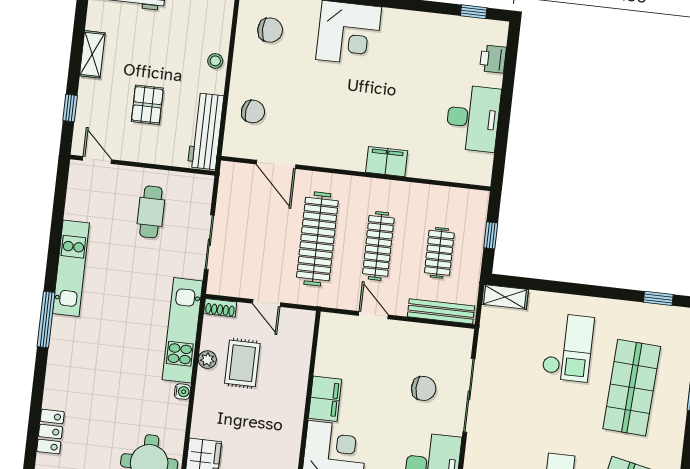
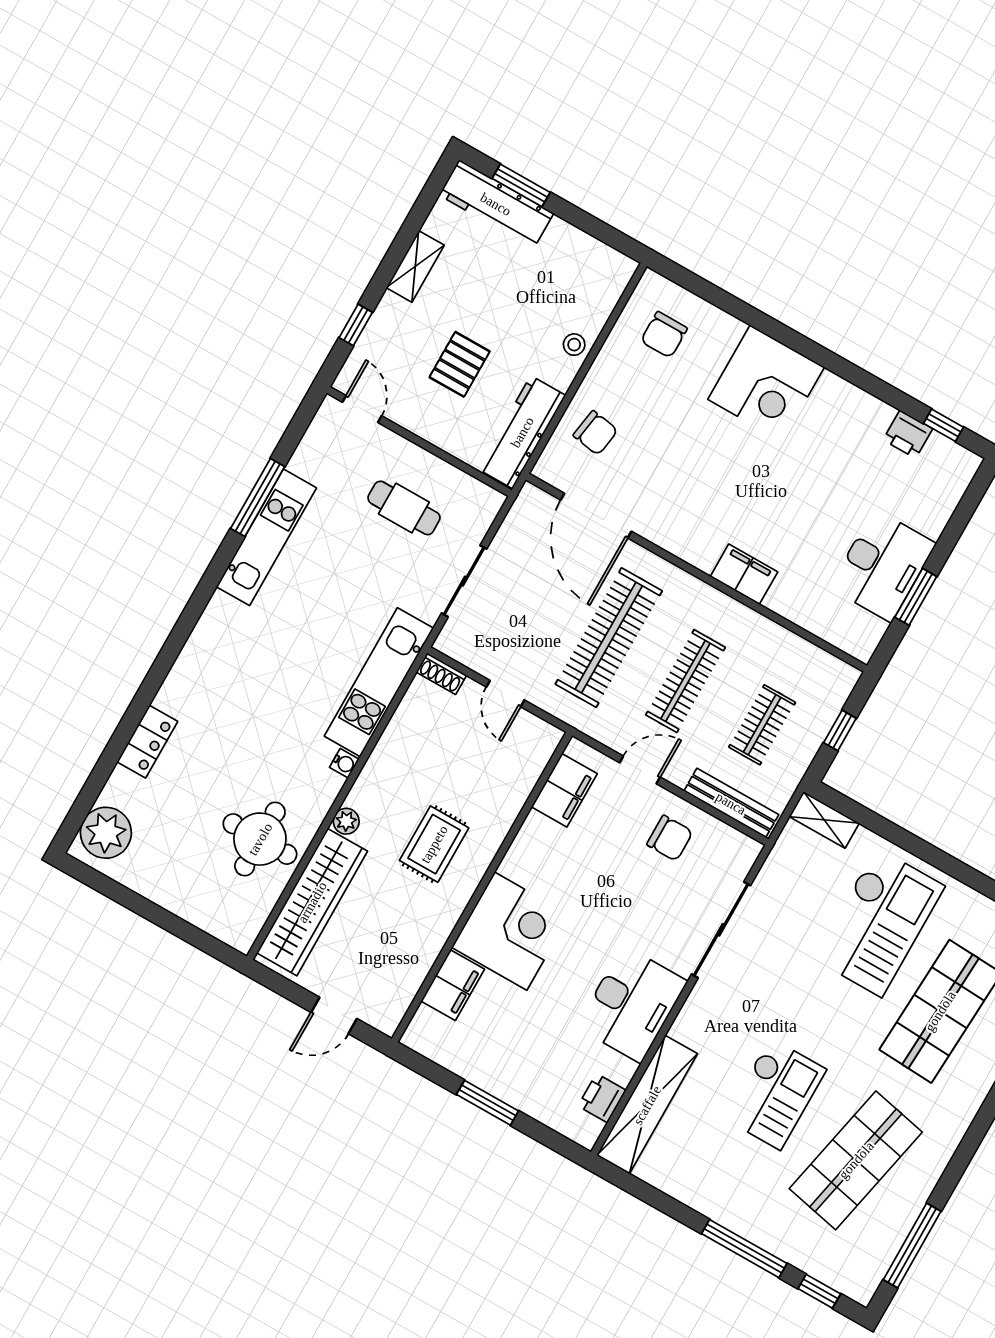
chair: (270, 30) -> (664, 335), turned 90
printer: (493, 59) -> (908, 434), moved, turned -90
window: (503, 129) -> (916, 597), added
door: (276, 164) -> (596, 516), width x1.36
cafe table: (151, 212) -> (404, 508), turned 90
door: (373, 315) -> (640, 770), hinge flipped
window: (46, 319) -> (258, 498), moved
checkout: (568, 347) -> (879, 922), width x1.36, depth x1.21
plant: (207, 360) -> (346, 821), moved
rug: (242, 363) -> (434, 844), moved
chair: (424, 388) -> (670, 838), moved
filing cabinet: (325, 399) -> (564, 790), moved

